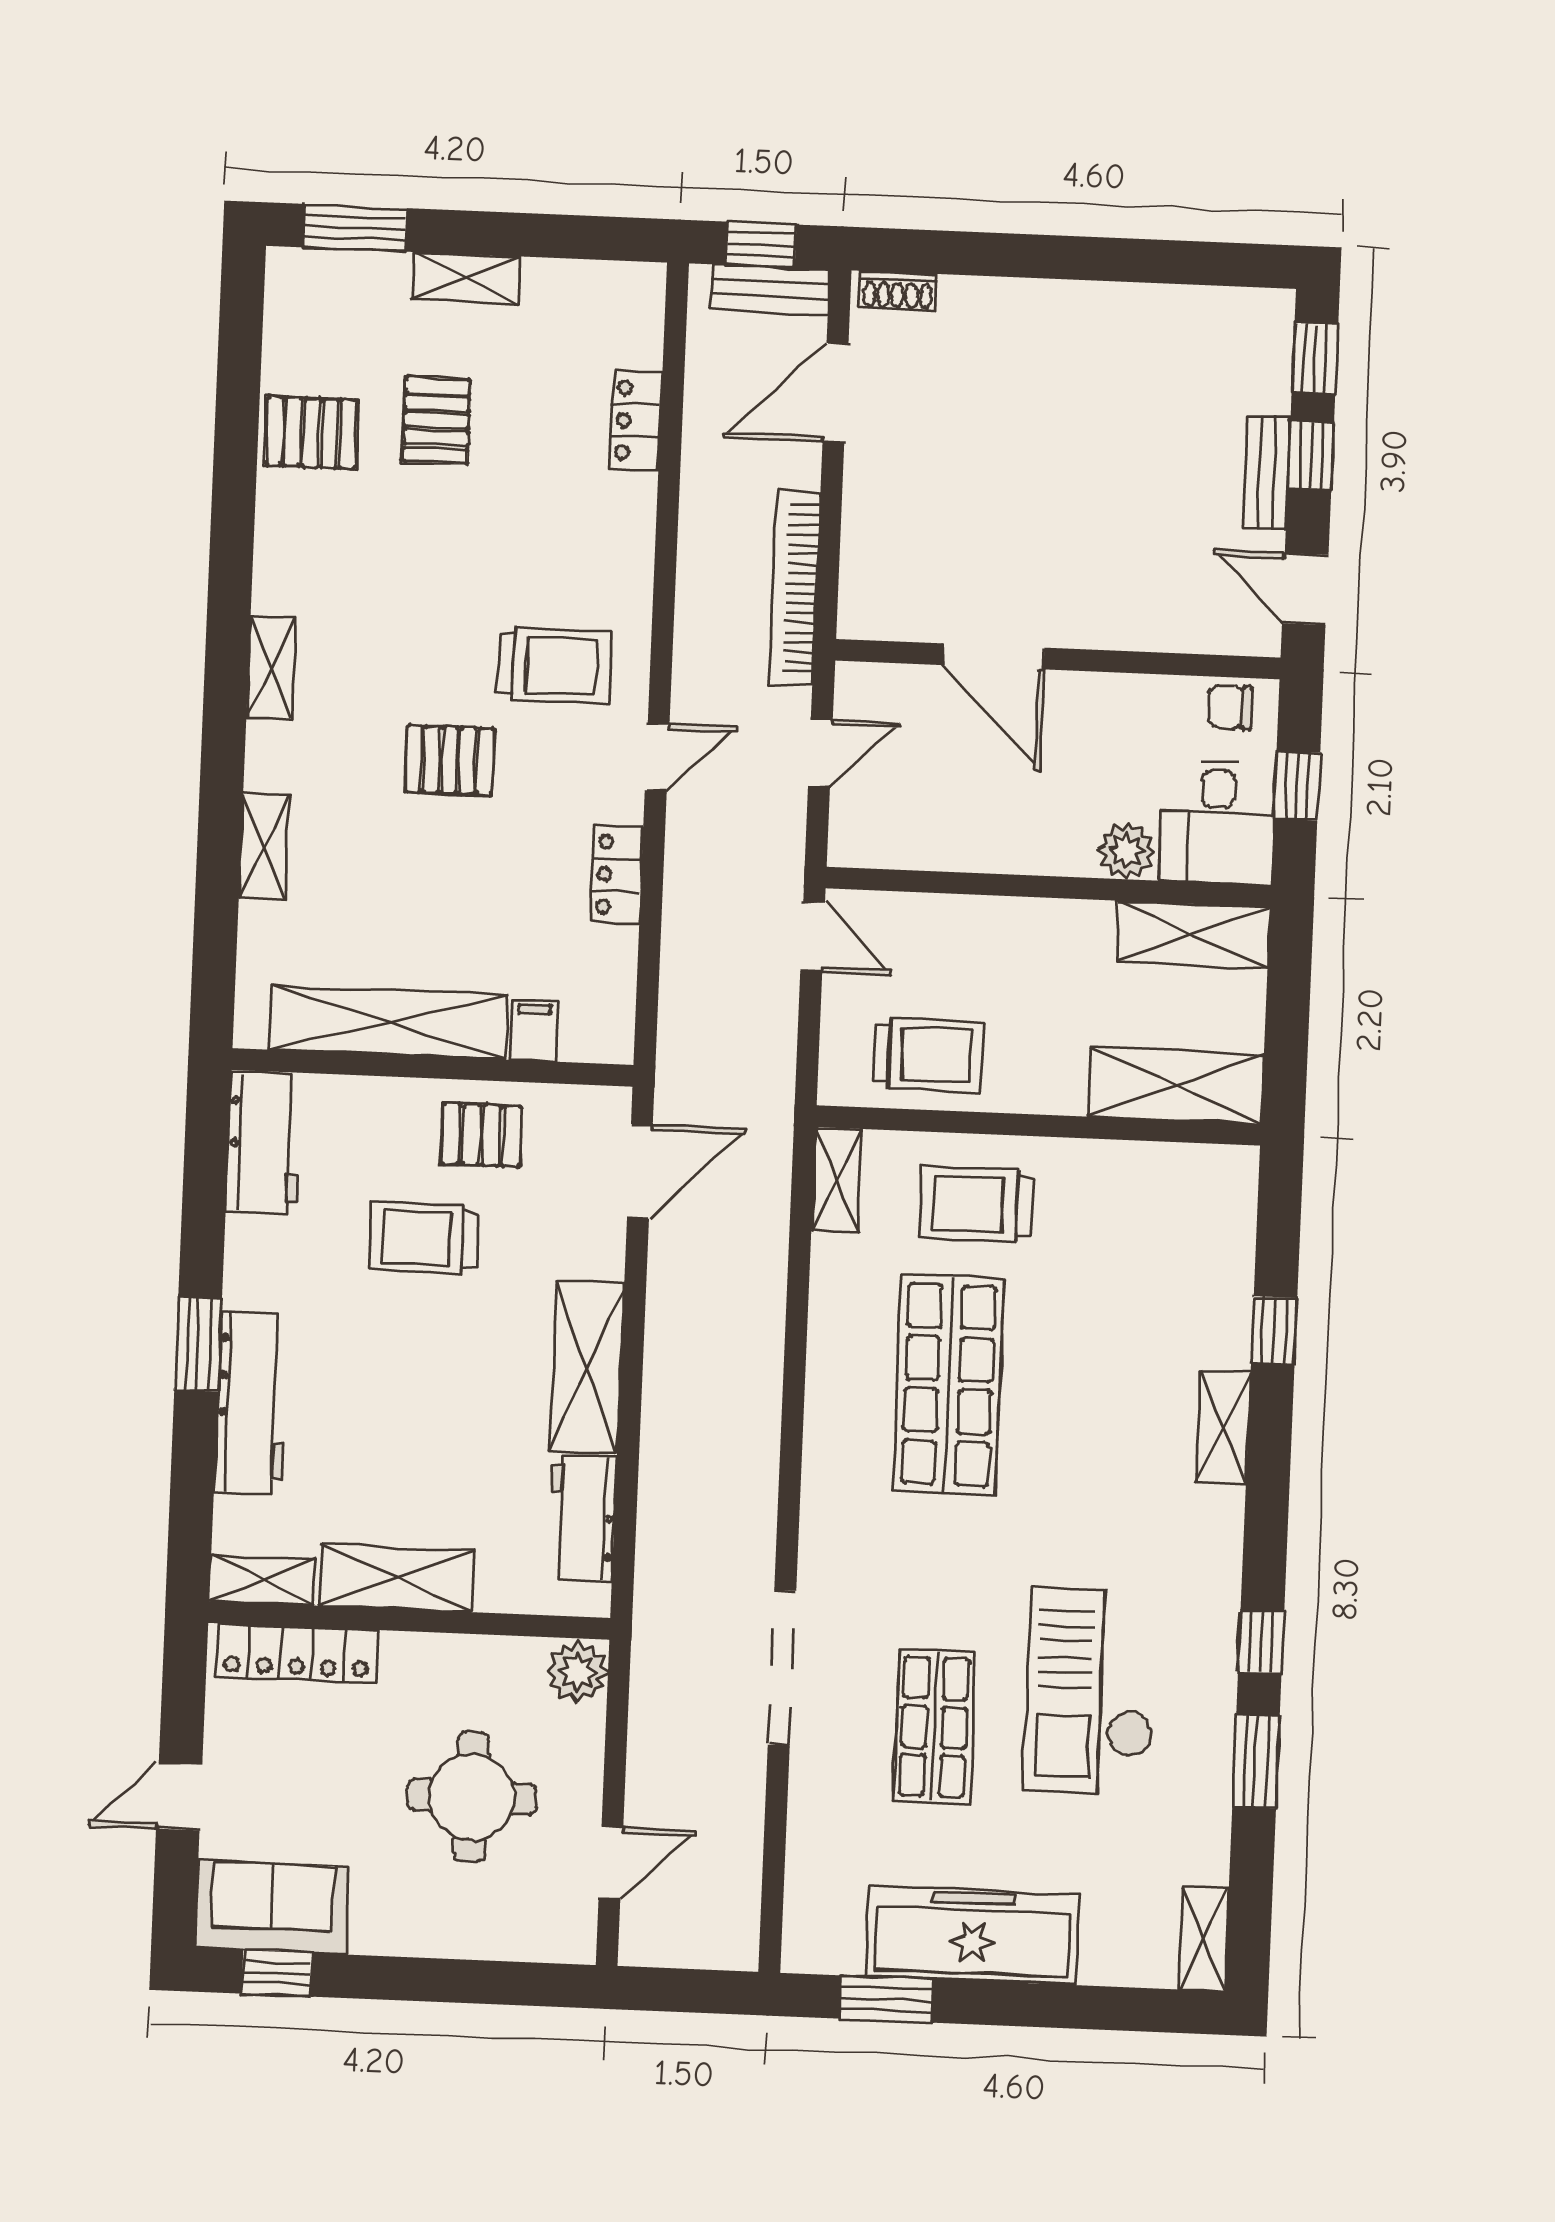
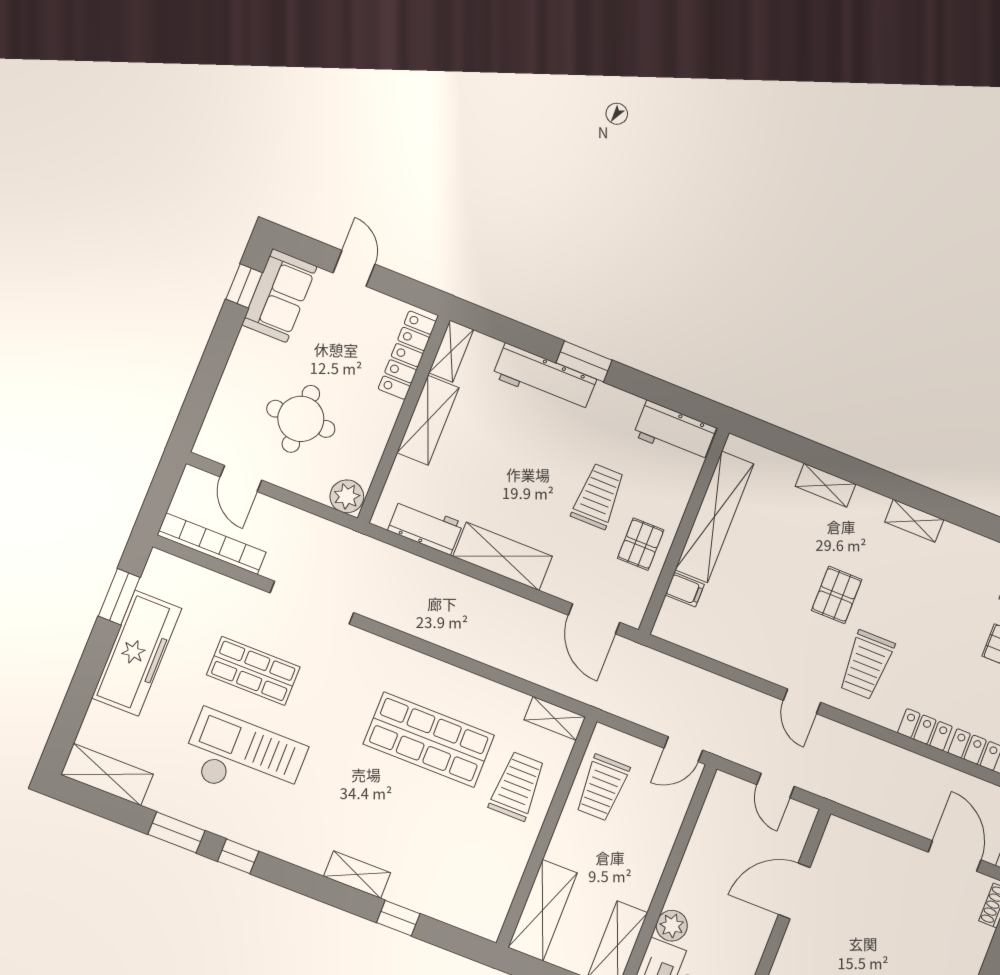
bookcase: (794, 588) -> (212, 544), moved
locker: (617, 875) -> (925, 730), moved
shelving: (1204, 1939) -> (107, 774), width x1.50, depth x1.33

